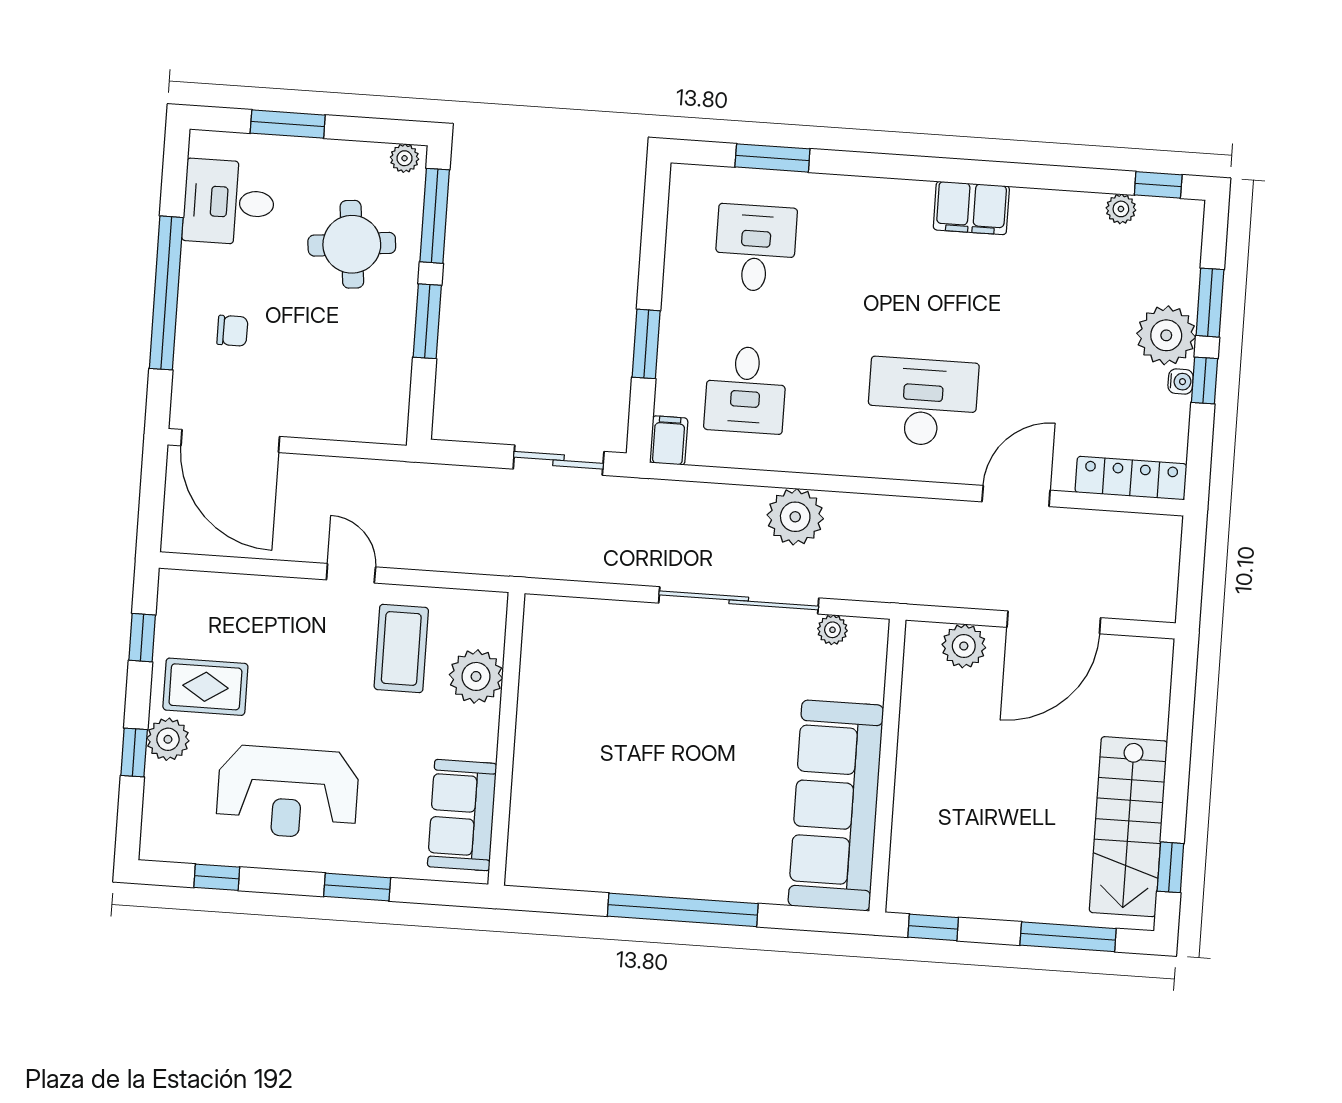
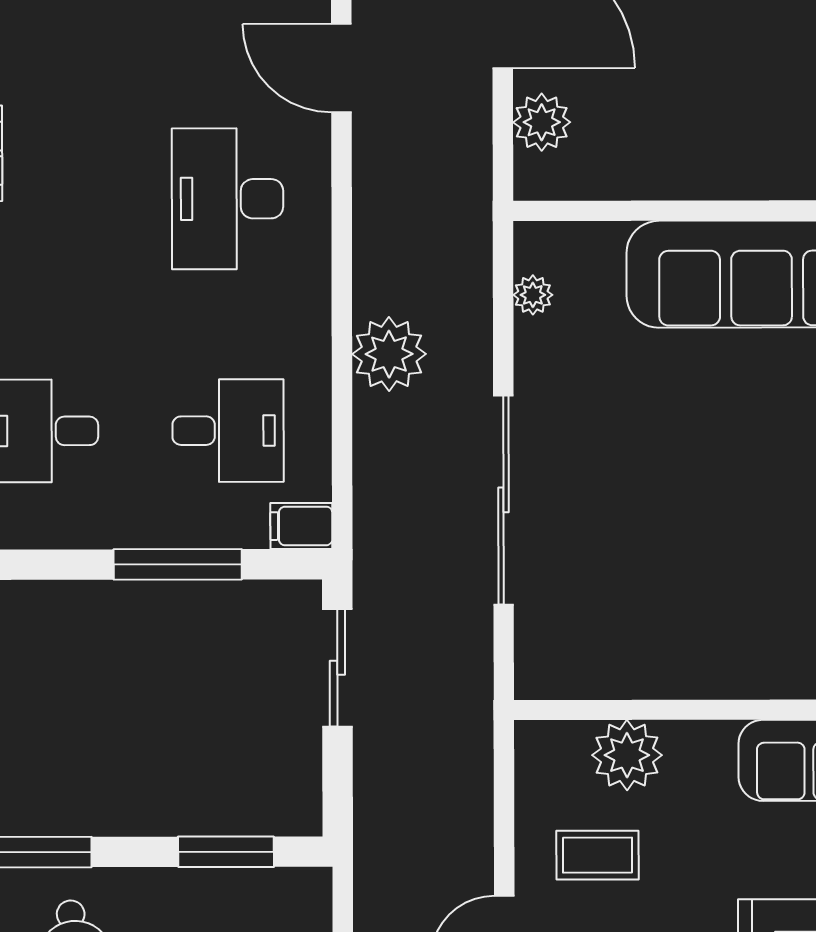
window: (427, 321) -> (226, 852), moved
window: (646, 344) -> (178, 564), width x1.44
sliding door: (739, 600) -> (503, 500), moved
coffee table: (401, 648) -> (597, 855), width x0.73, depth x0.77

